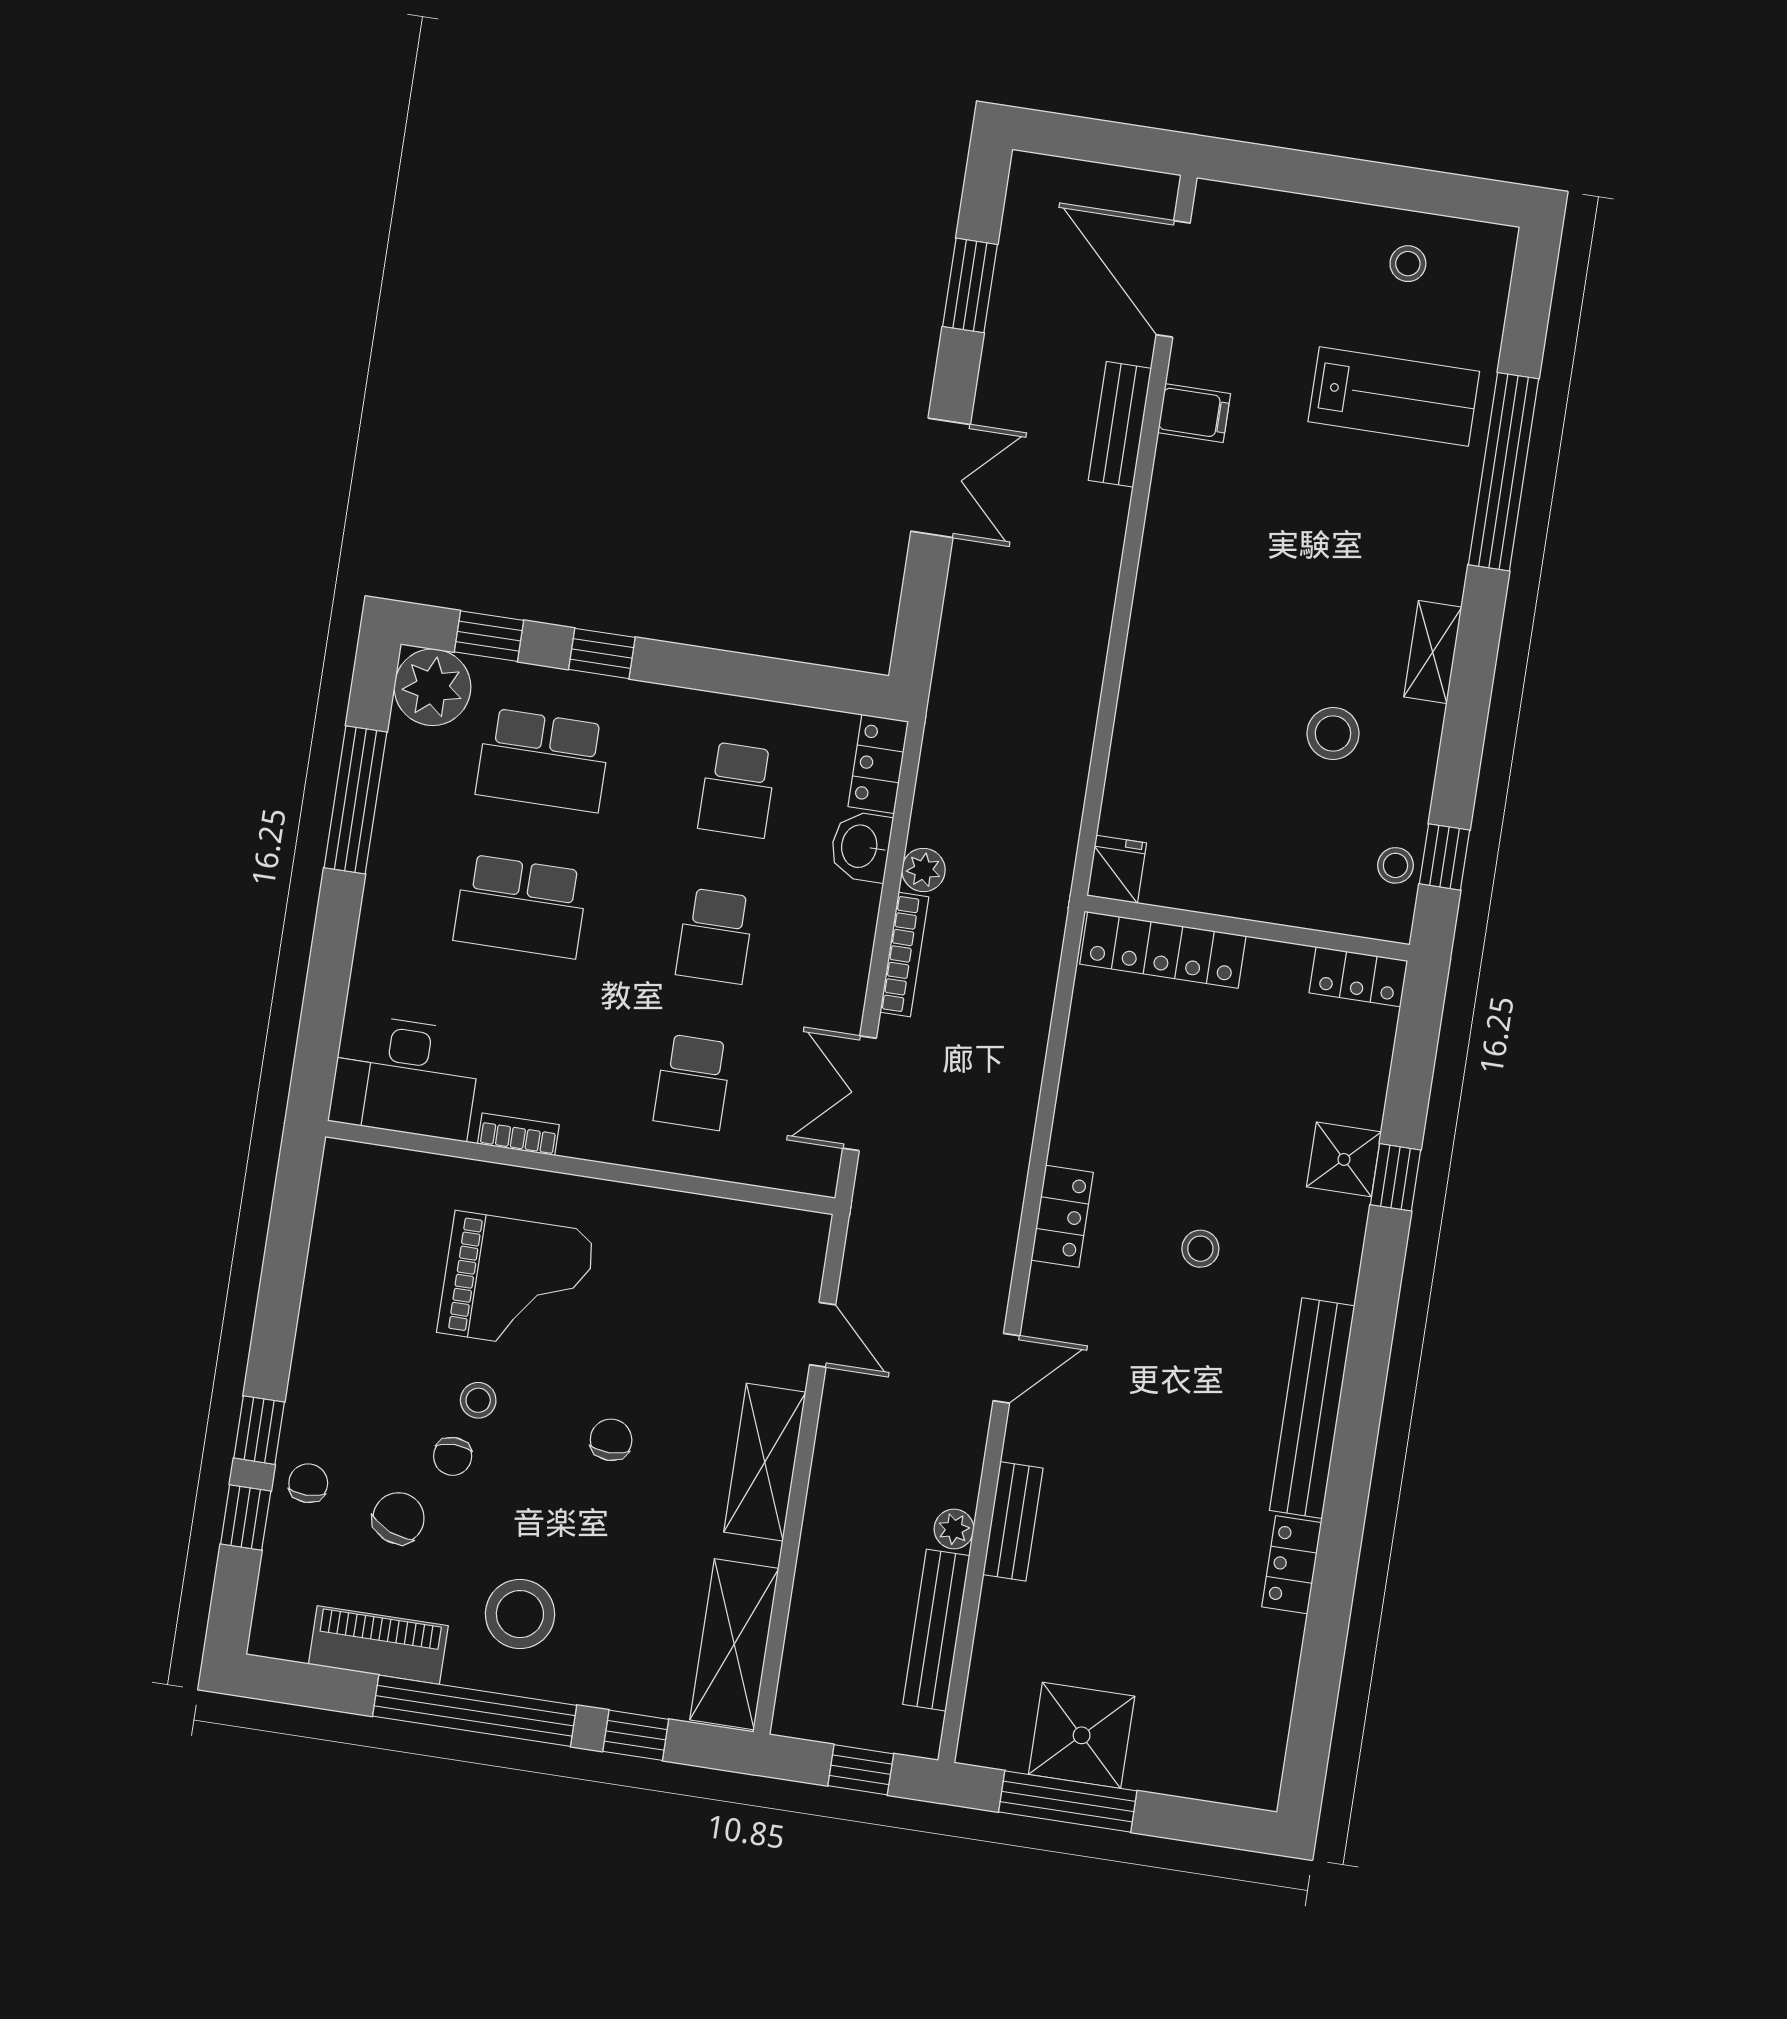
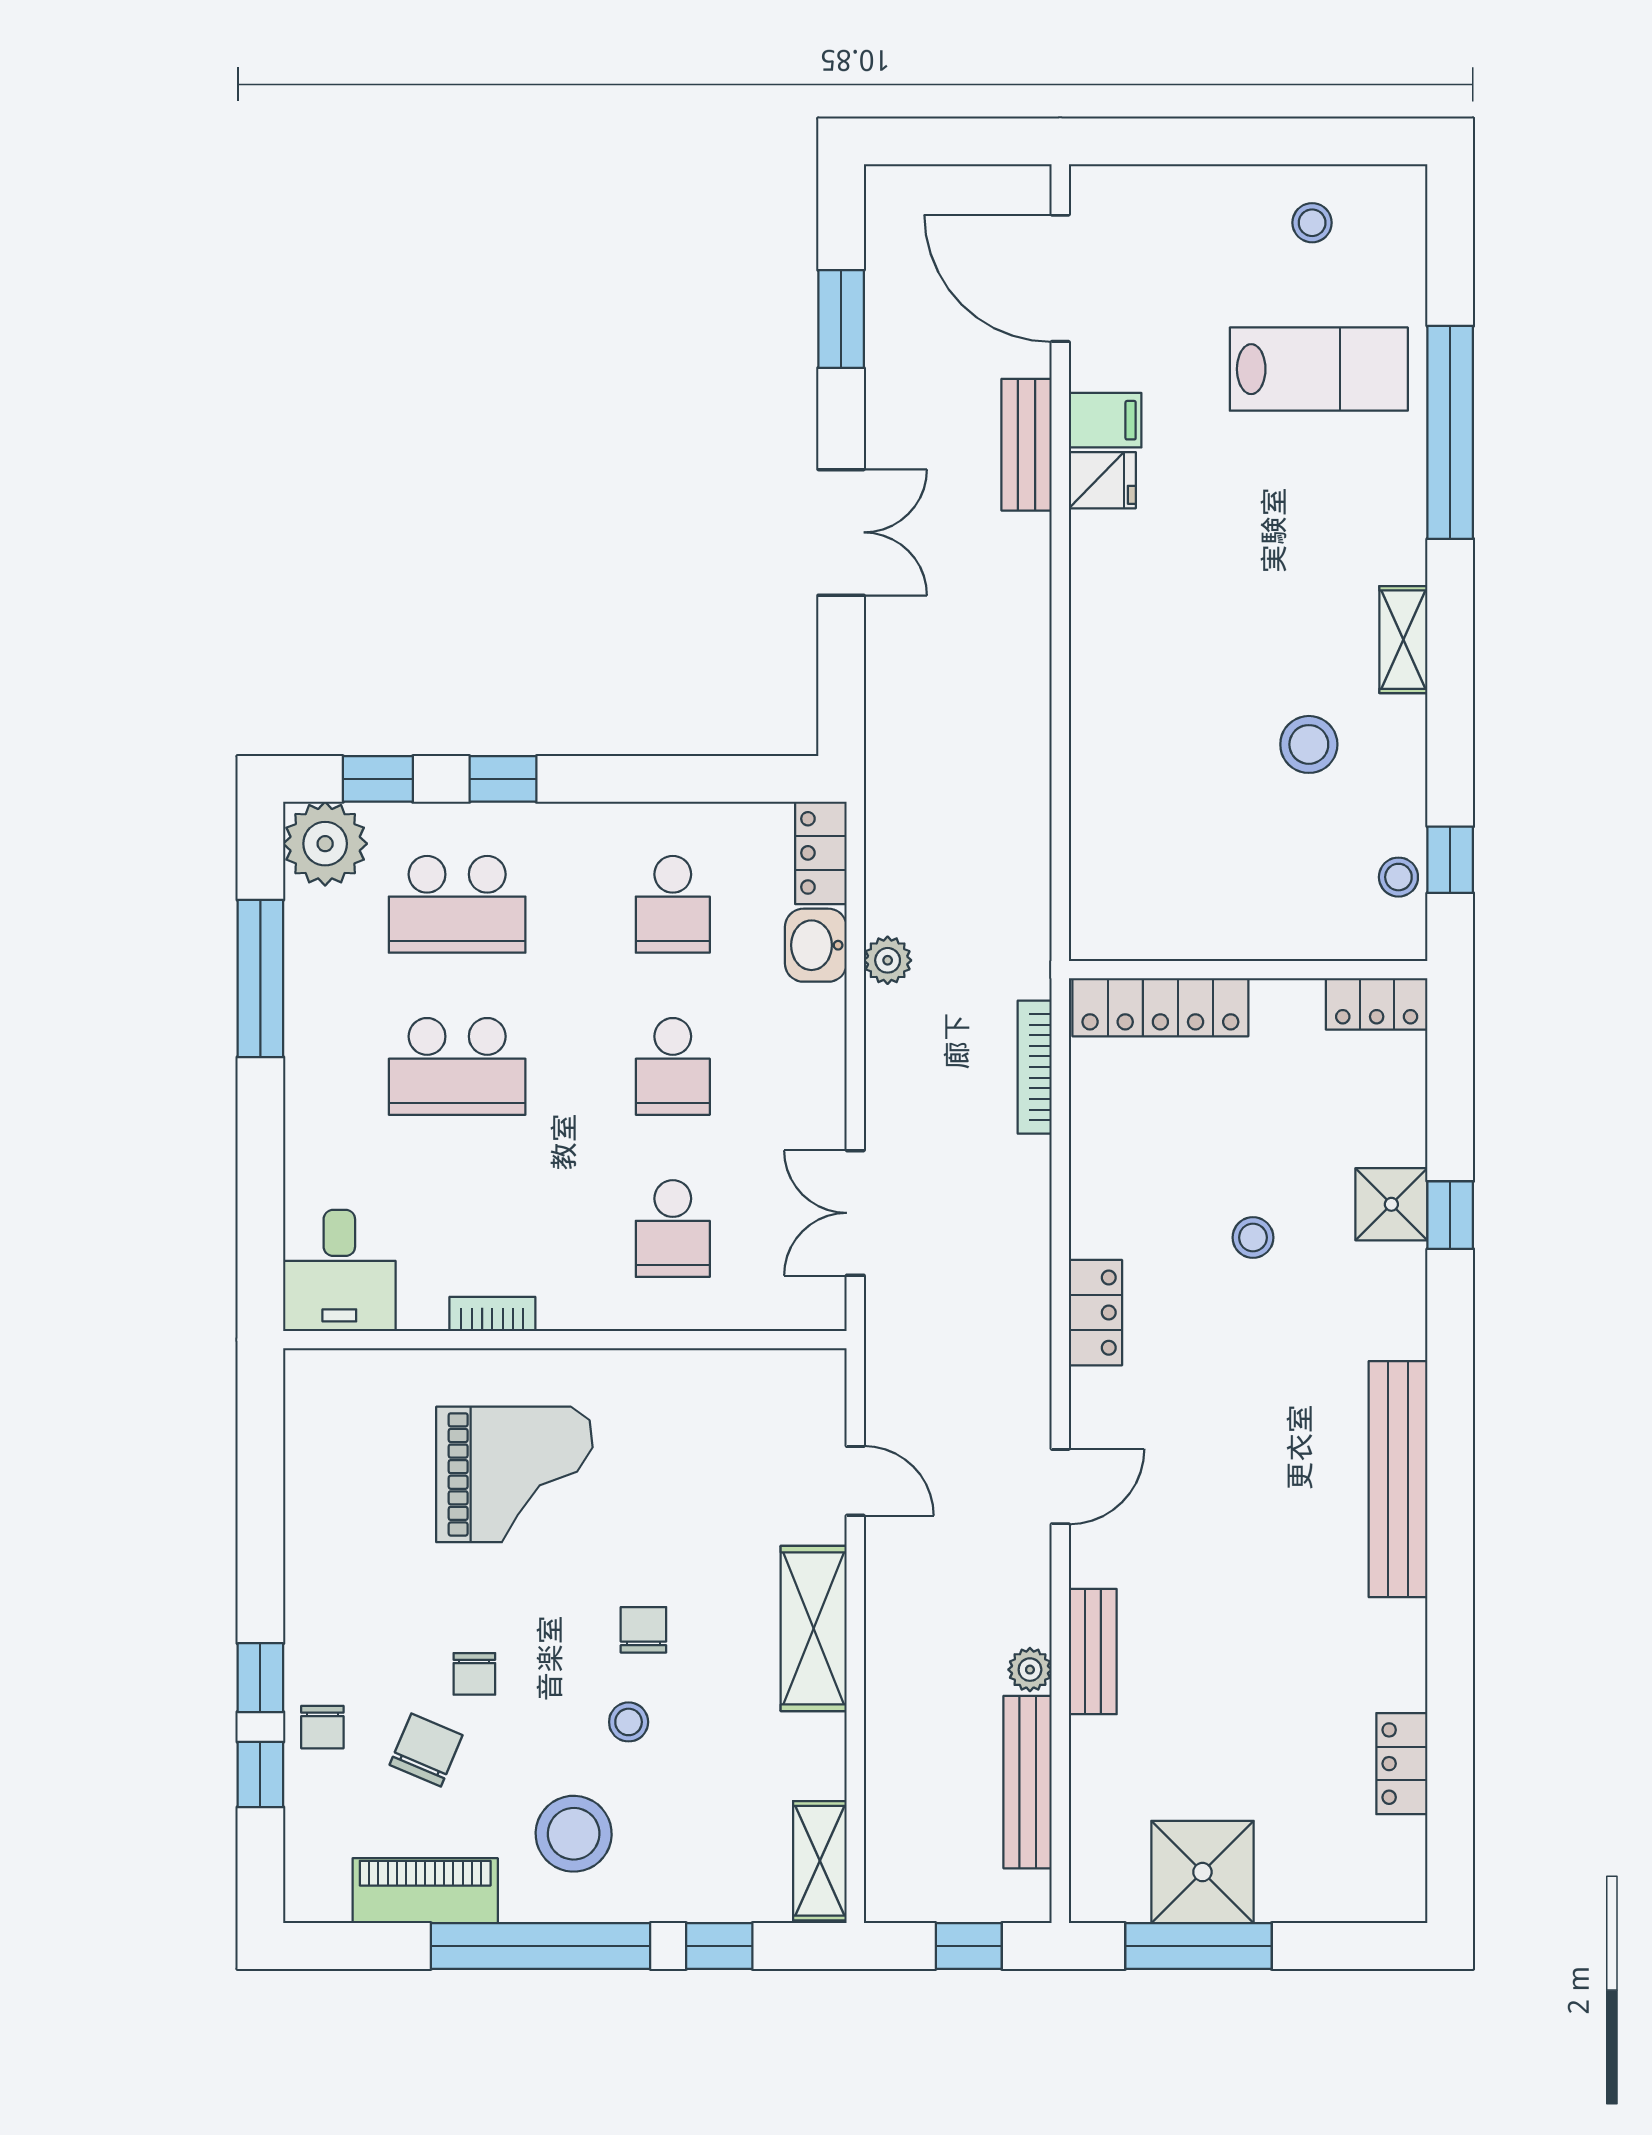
fridge: (1117, 869) -> (1102, 480), moved, turned 90
bookcase: (904, 955) -> (1035, 1067), moved, turned 180
desk: (405, 1077) -> (339, 1271), width x0.73
stool: (1200, 1249) -> (1253, 1238), moved
stool: (478, 1400) -> (629, 1722), moved
chair: (308, 1483) -> (322, 1727), turned 180
locker: (1292, 1565) -> (1402, 1764), moved
shelving: (734, 1644) -> (820, 1861), width x0.67, depth x0.75

